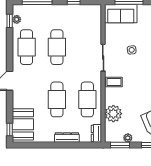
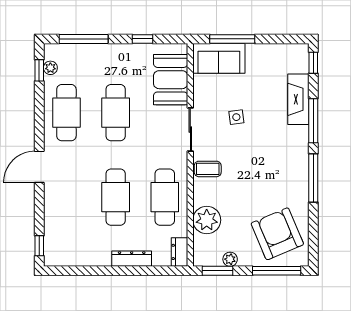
booth: (23, 124) -> (171, 80), moved

